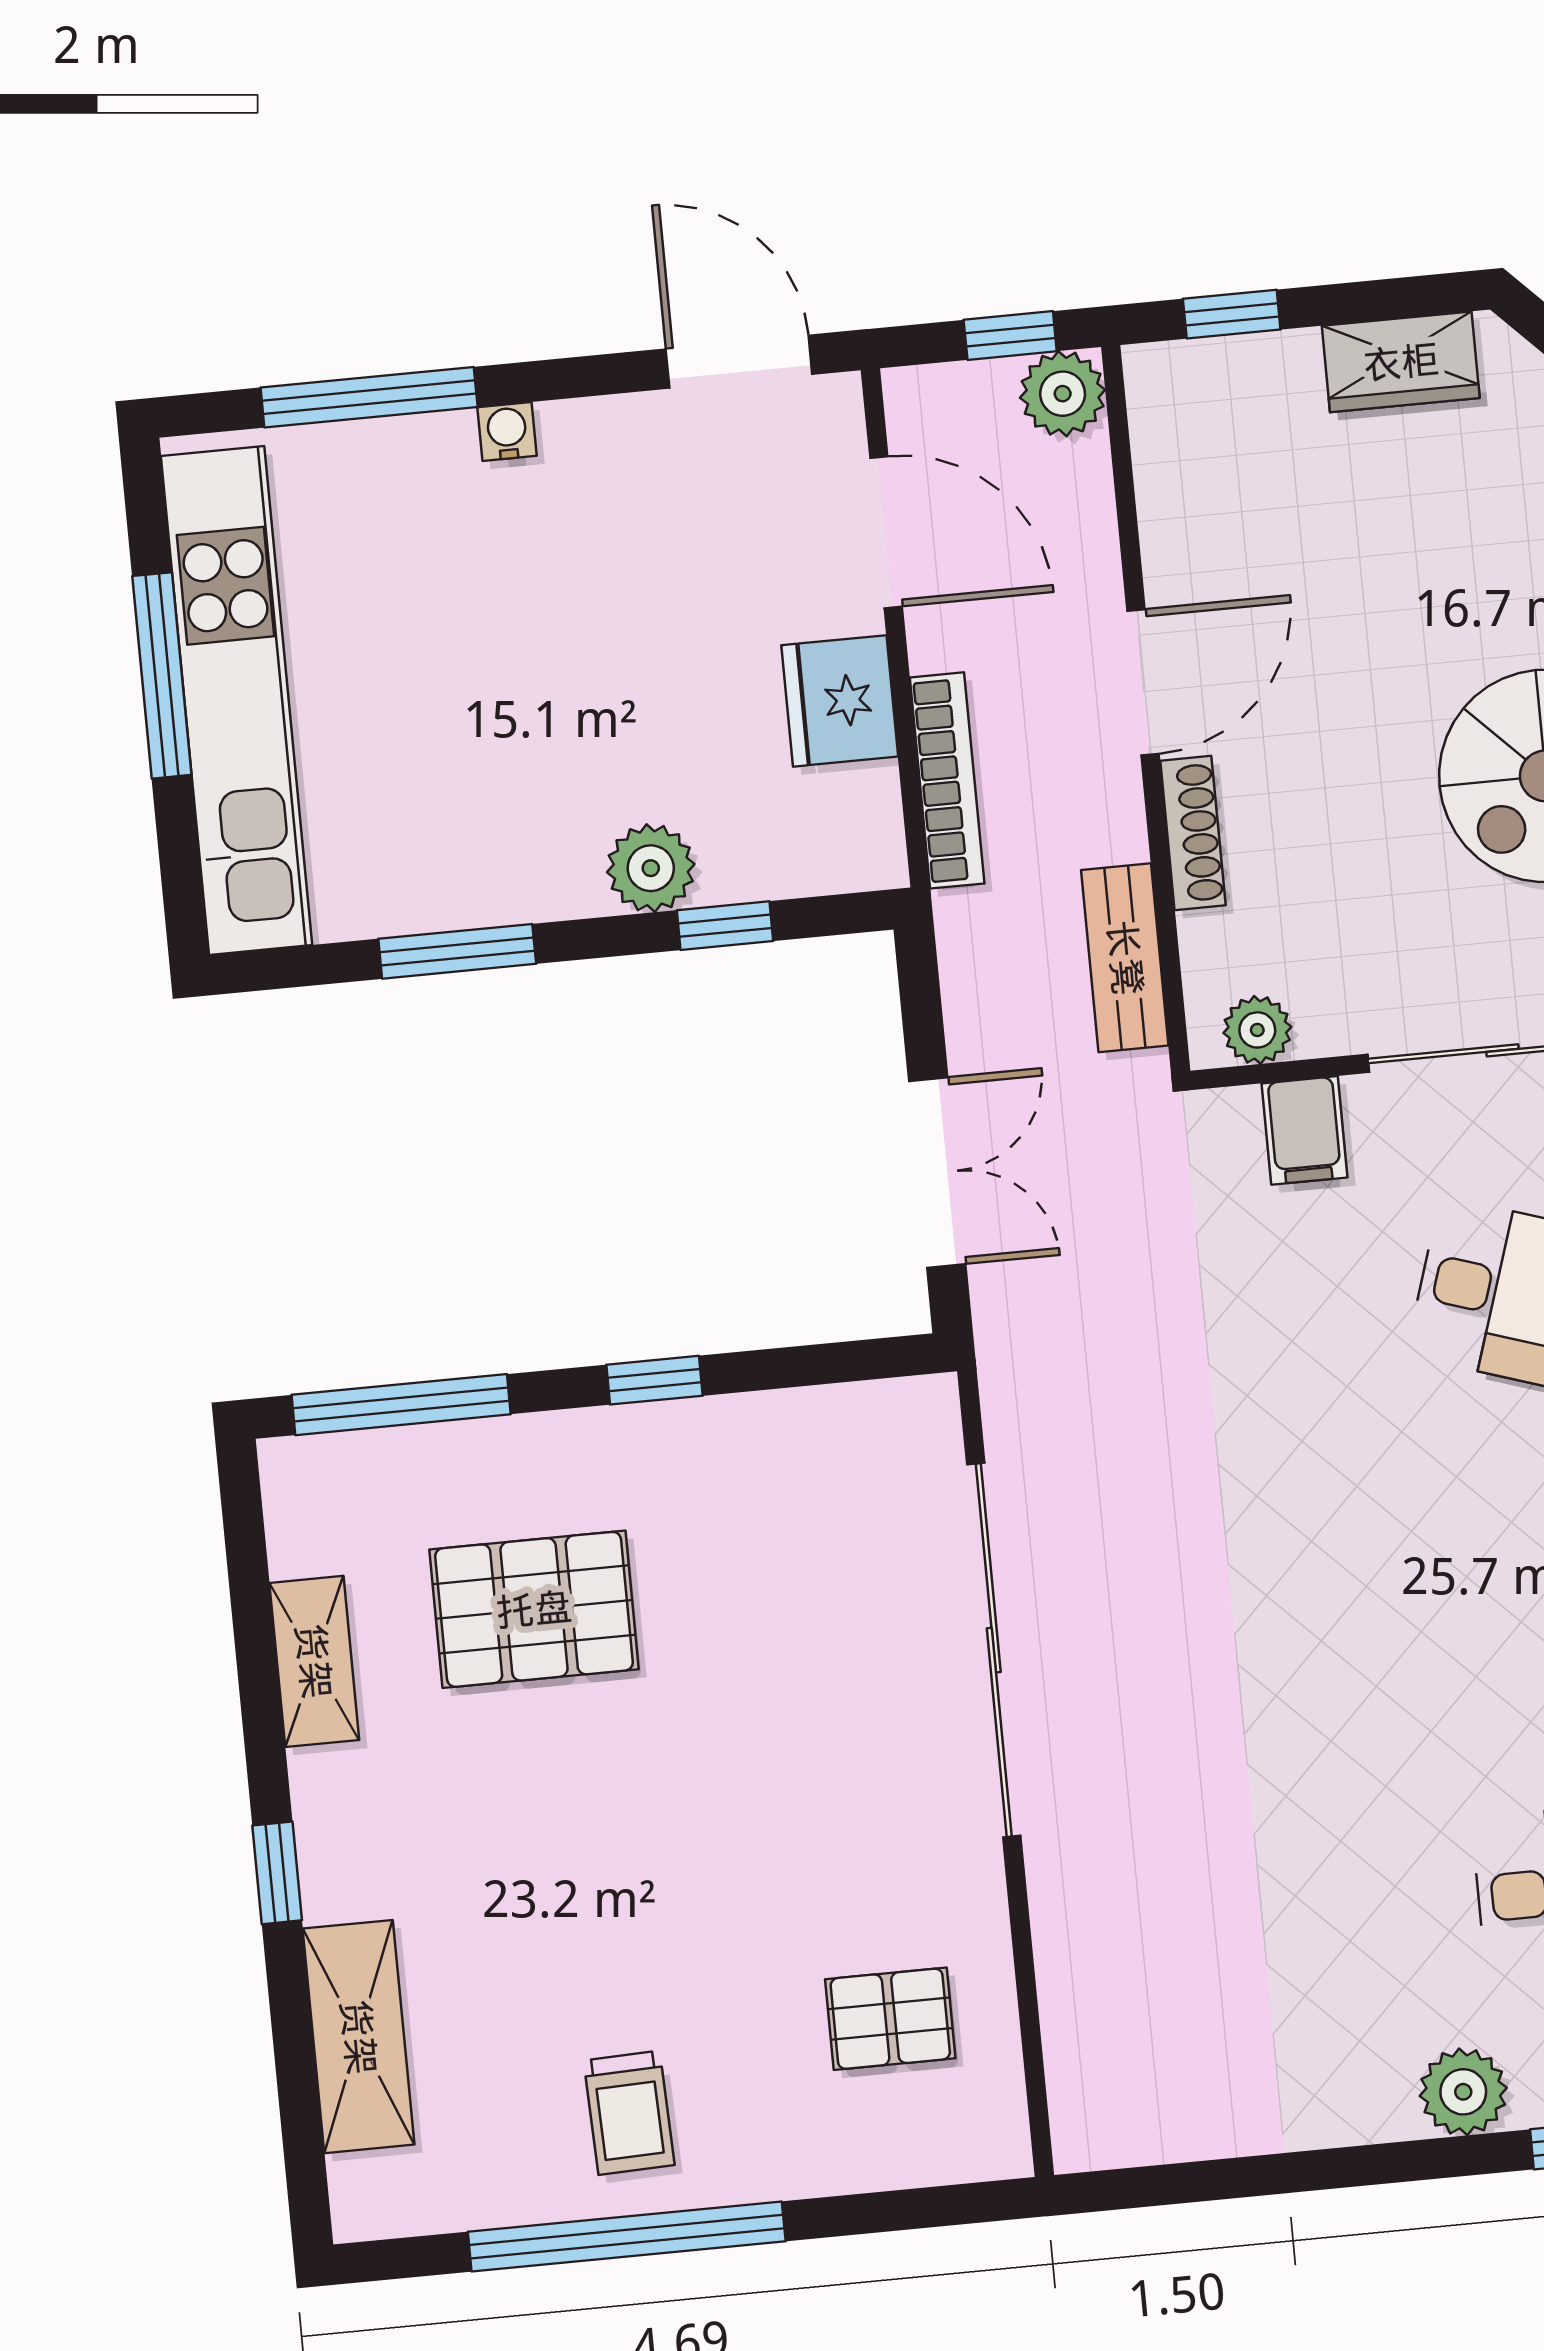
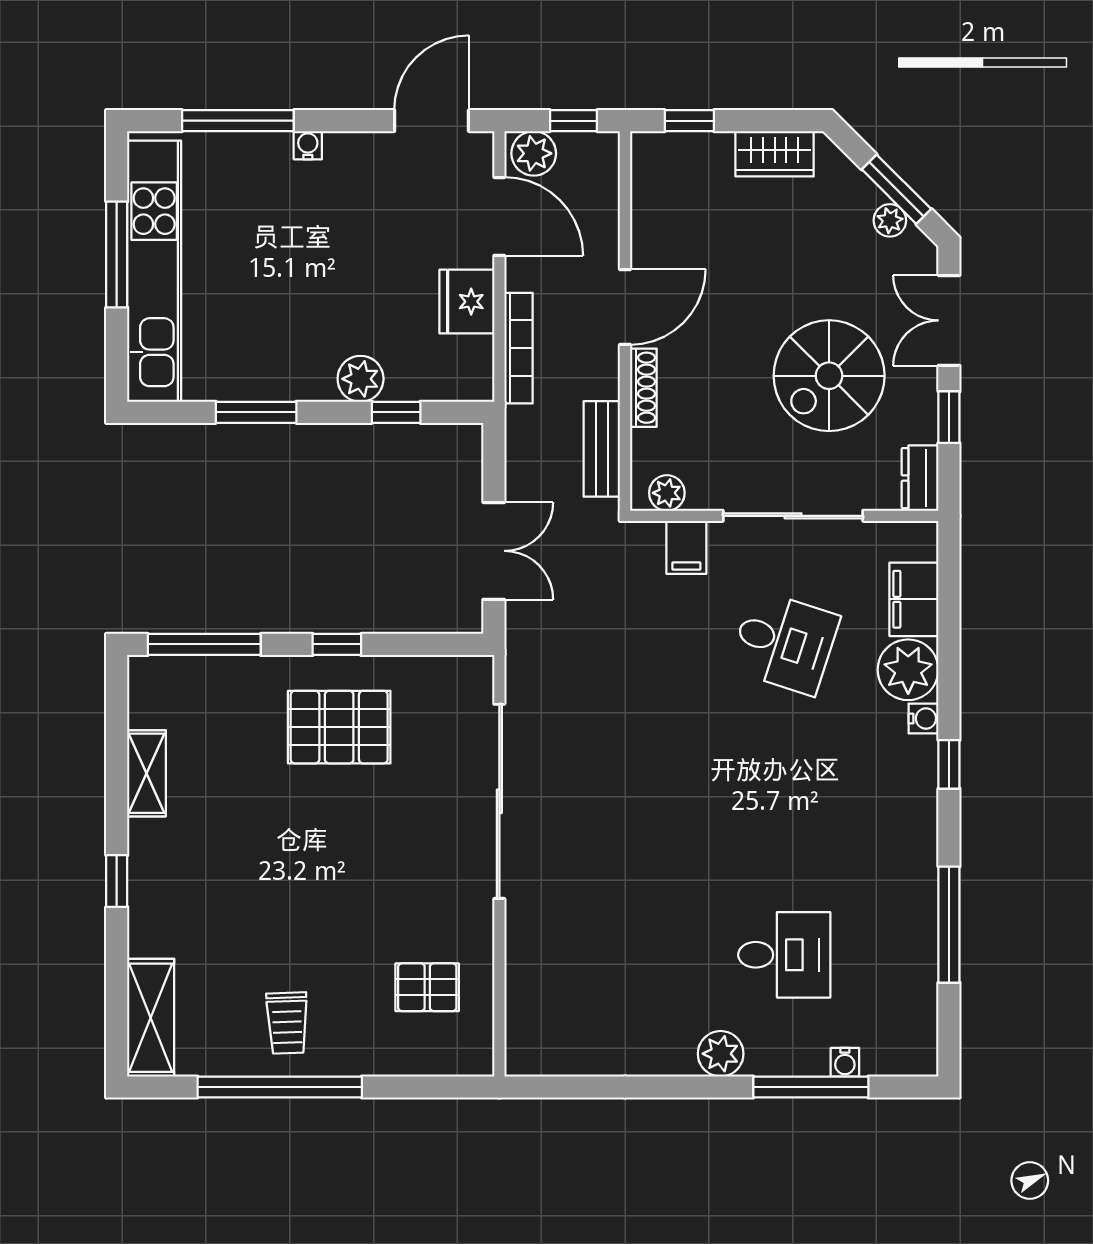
door: (739, 362) -> (432, 121), hinge flipped
plant: (1063, 394) -> (534, 153), moved
pallet: (534, 1609) -> (339, 727), moved
shelving: (359, 2037) -> (151, 1018), moved

